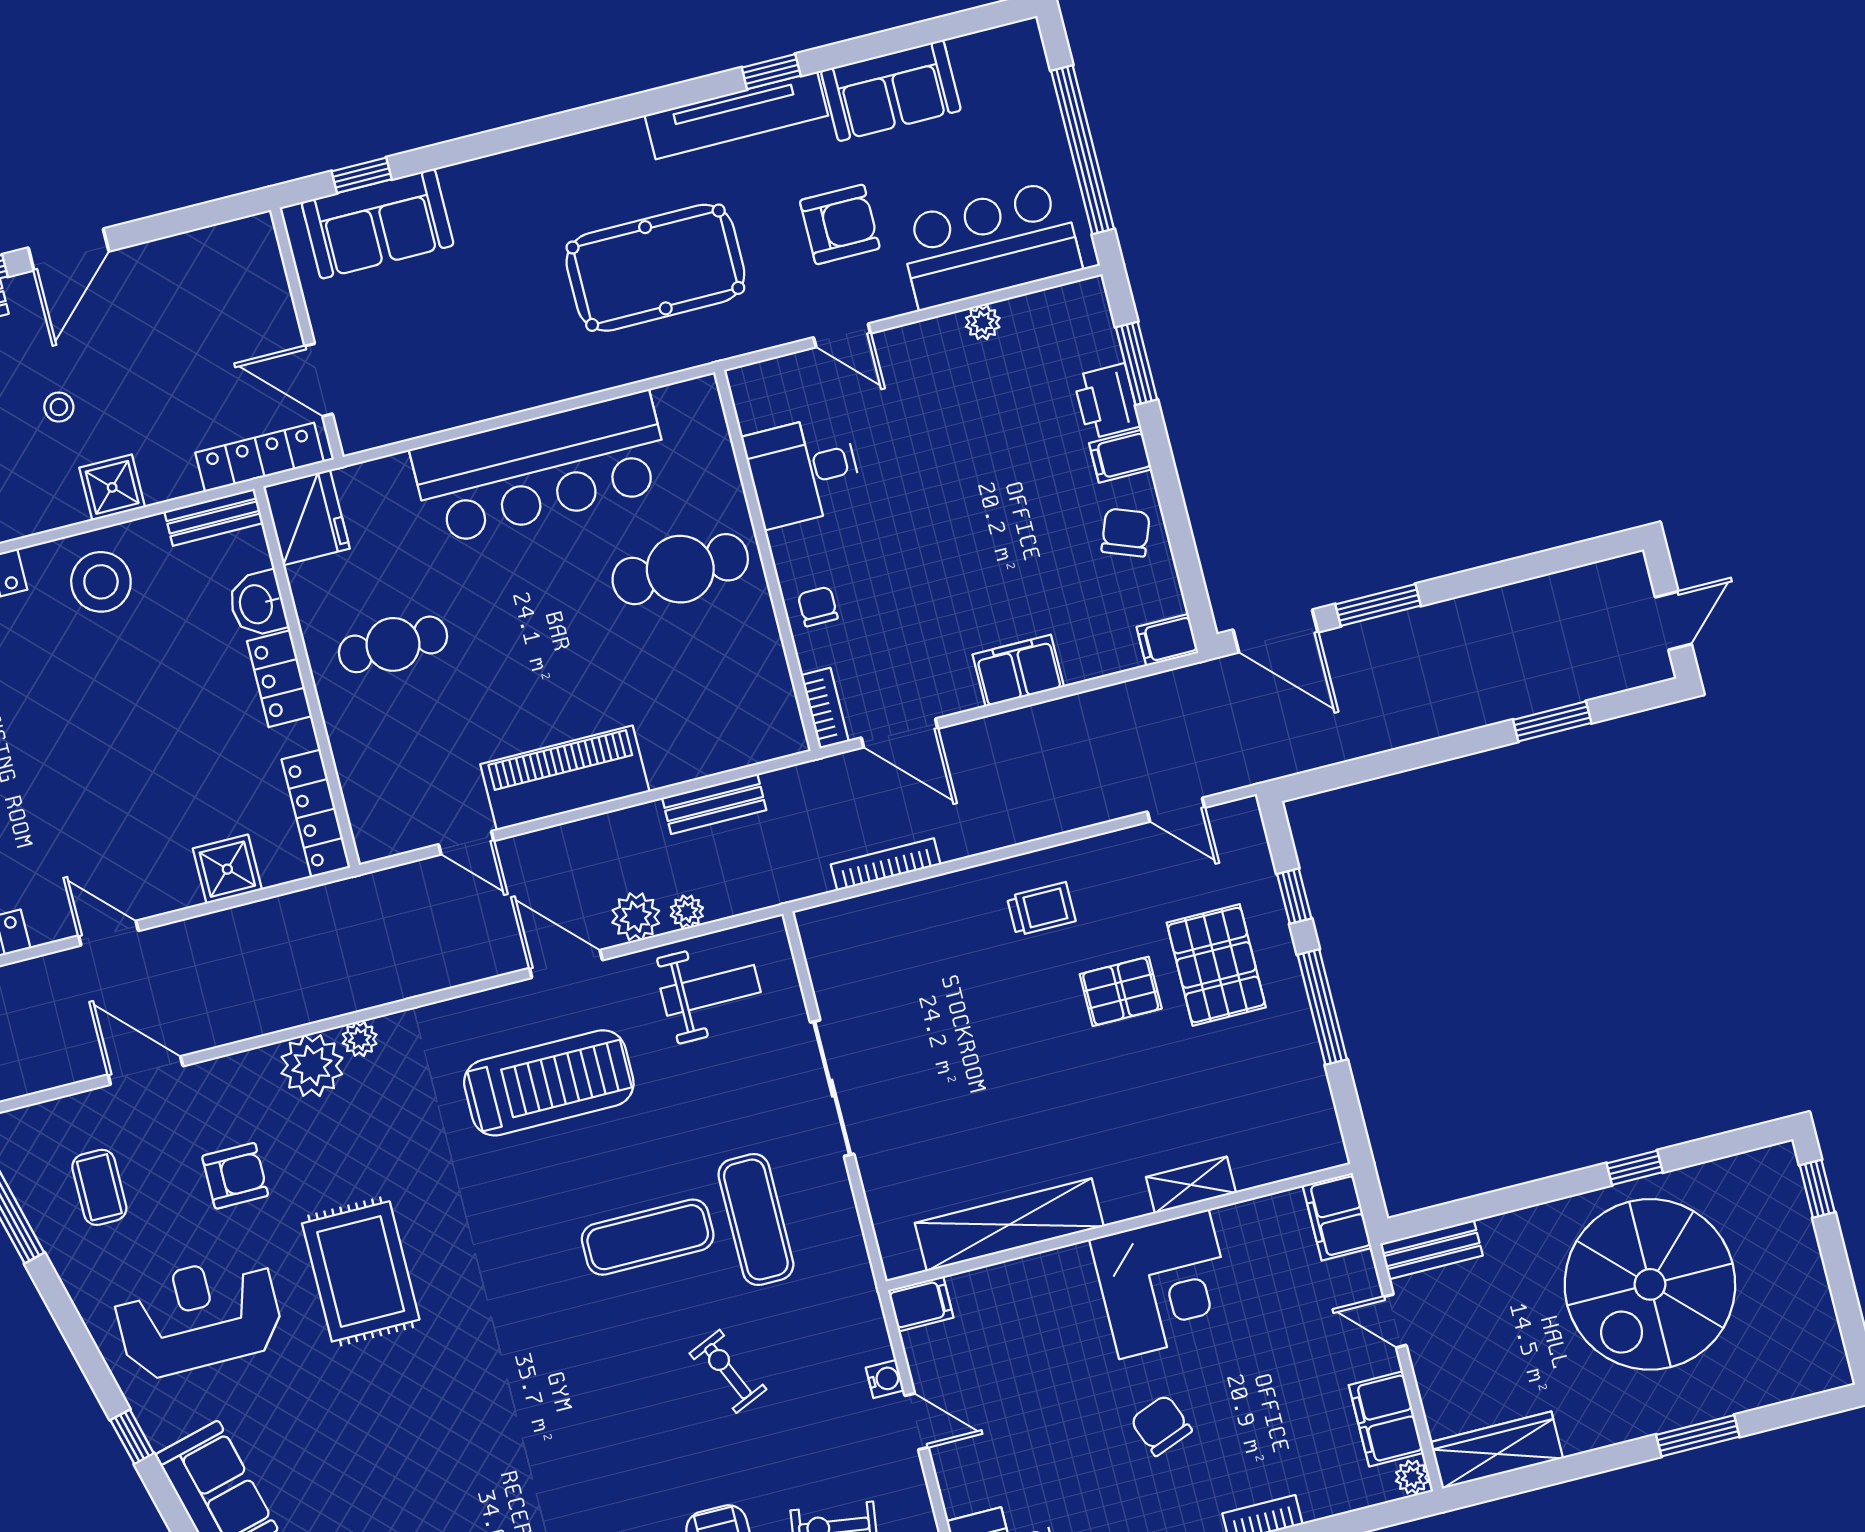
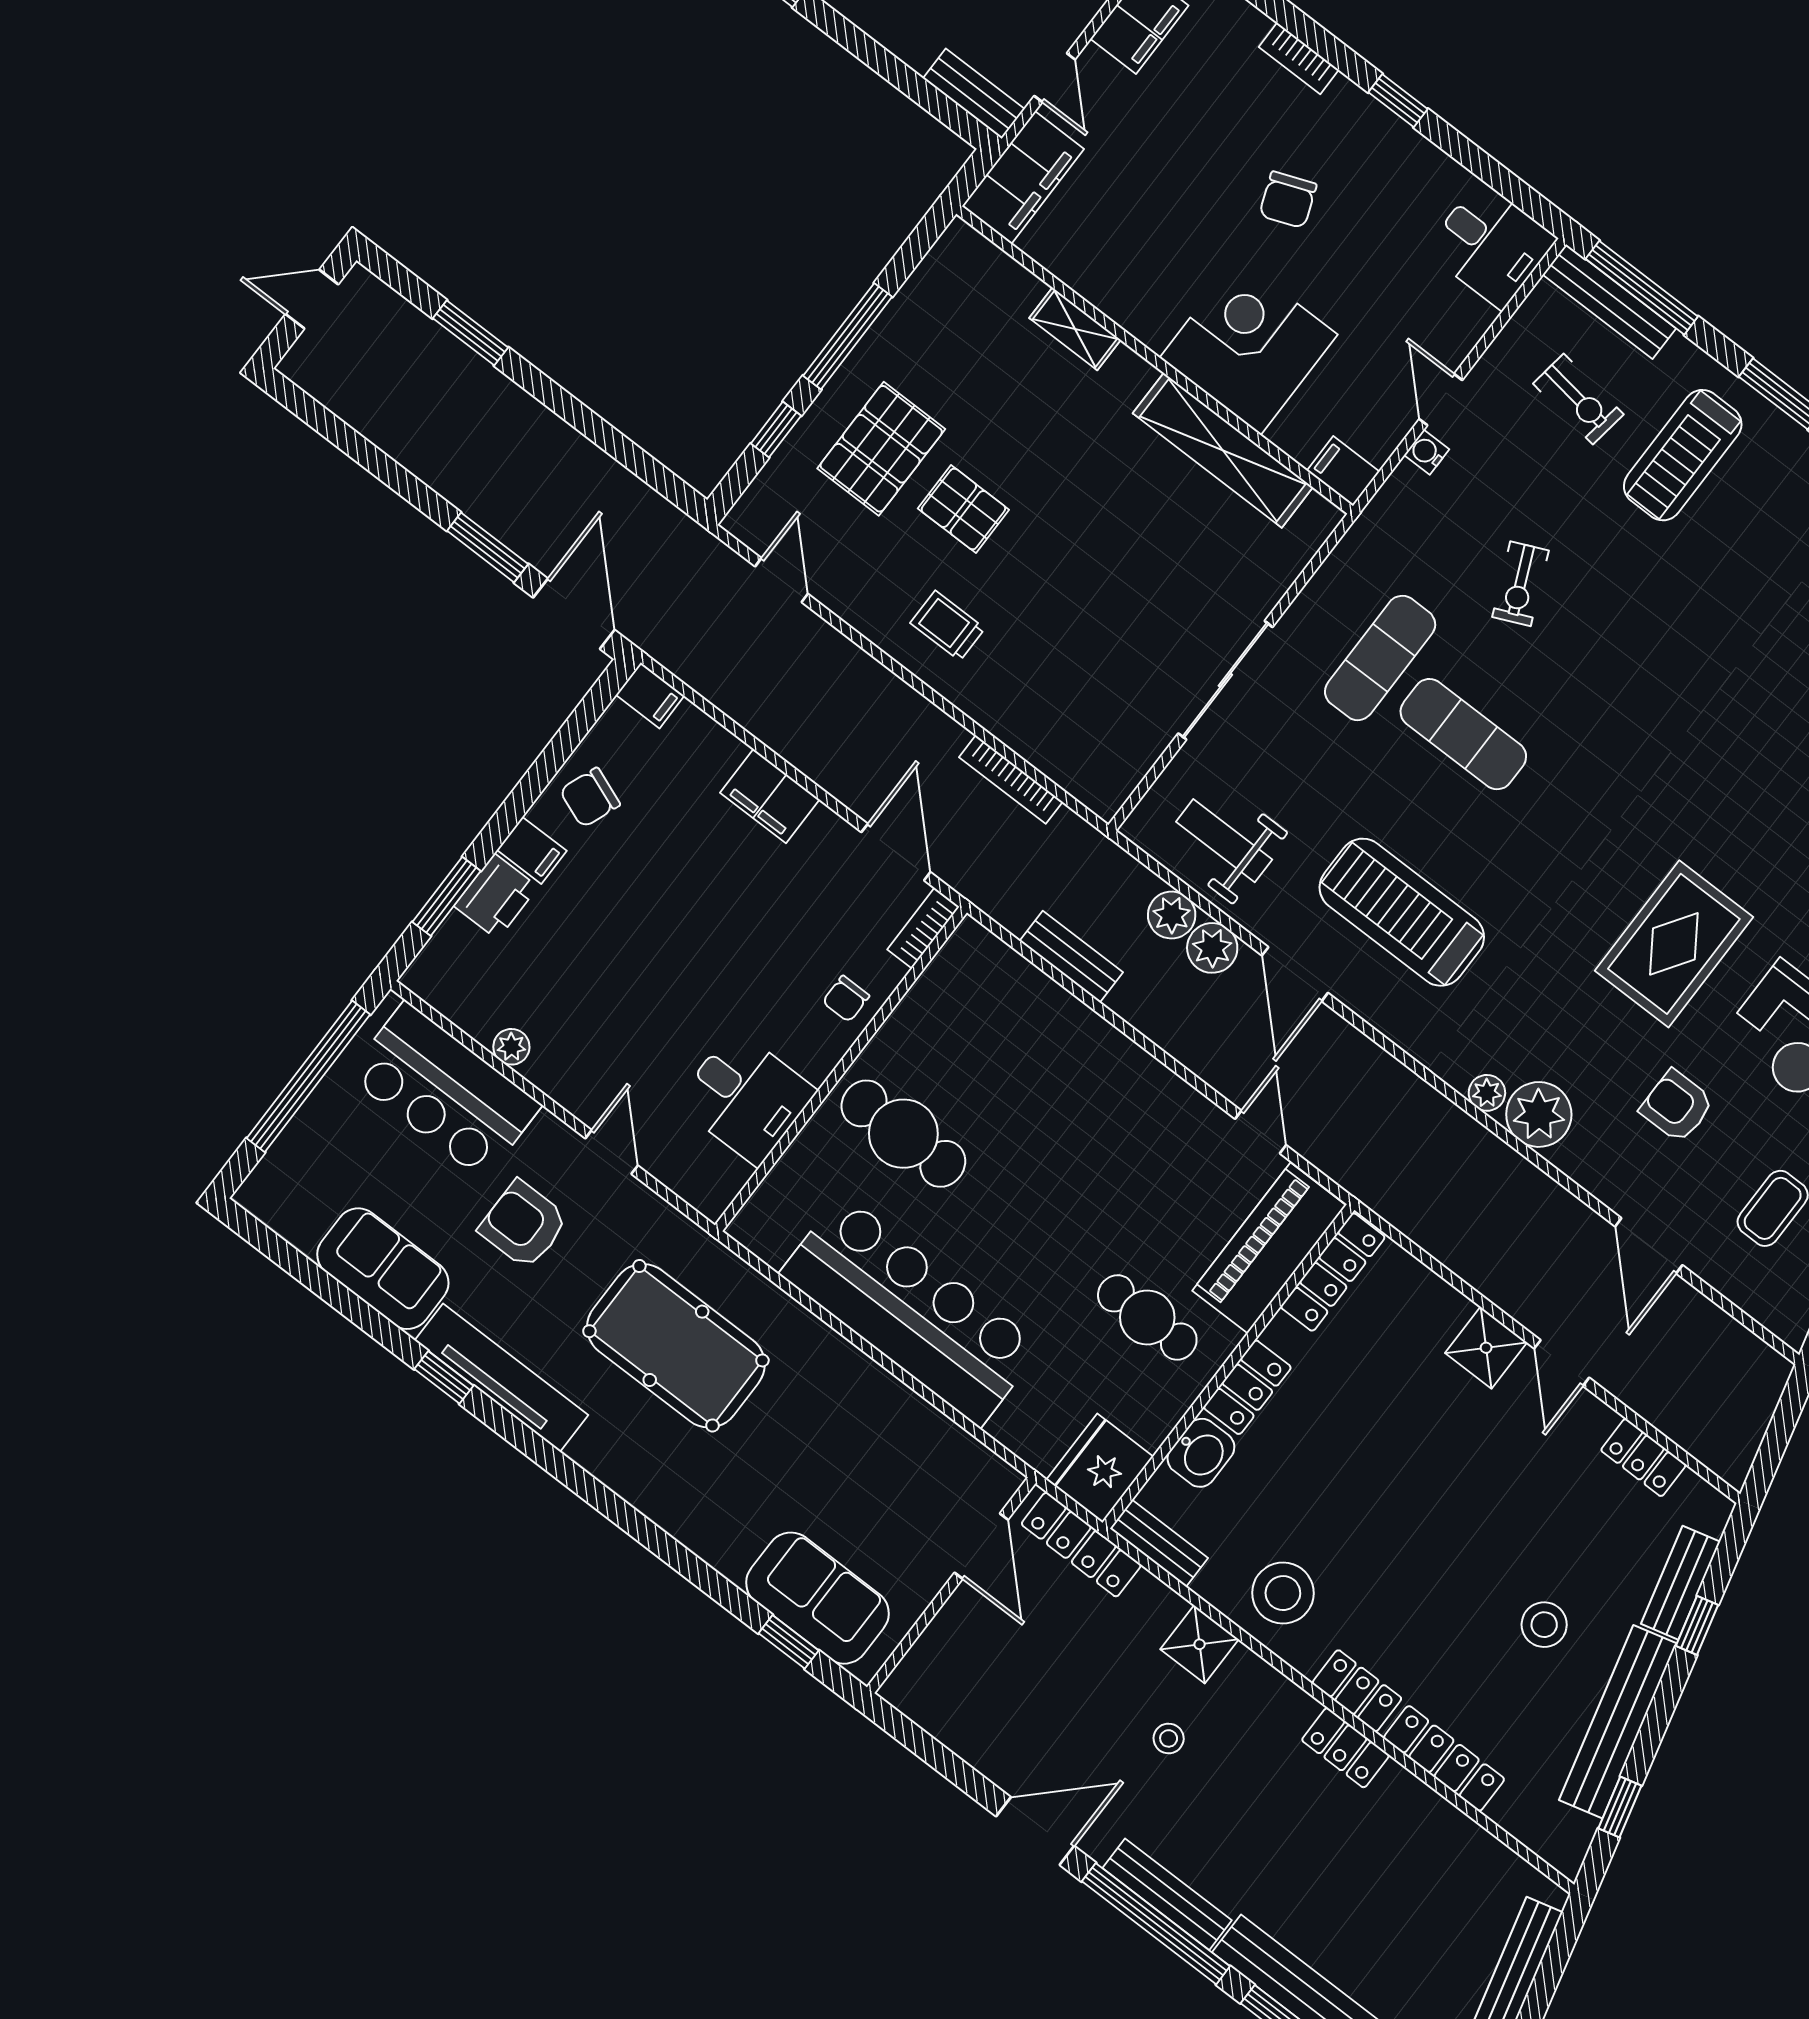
piano: (565, 778) -> (1269, 1248), moved, turned 90
shower: (227, 869) -> (1486, 1348), moved
plant: (687, 912) -> (1172, 915), width x1.38, depth x1.38
filing cabinet: (1337, 1217) -> (1023, 178), width x1.50, depth x1.17
corner desk: (1164, 1284) -> (1249, 346), moved

